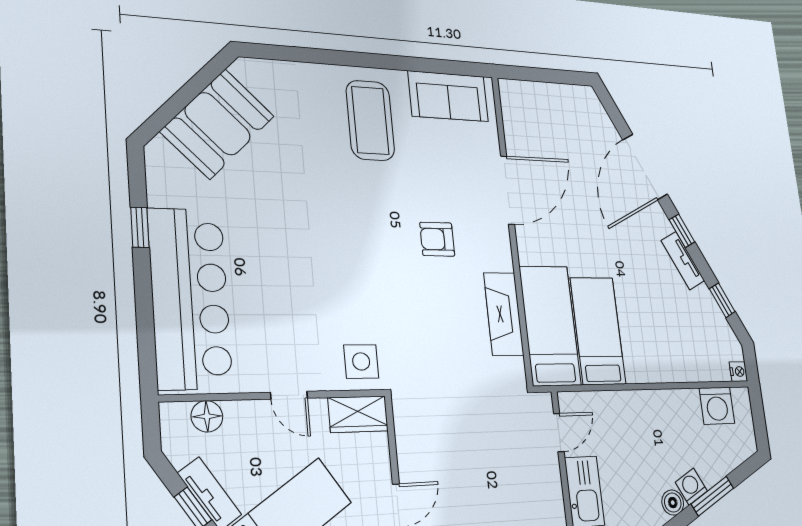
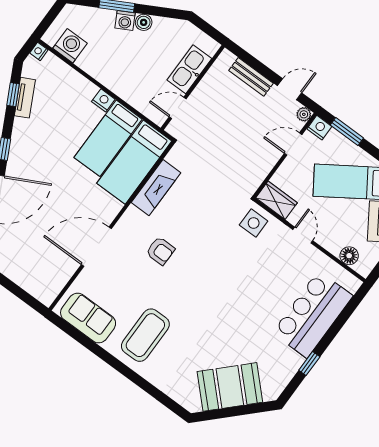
tv unit: (683, 261) -> (25, 98), moved
bar counter: (190, 298) -> (313, 314), width x0.73
nightstand: (638, 372) -> (103, 100), added

